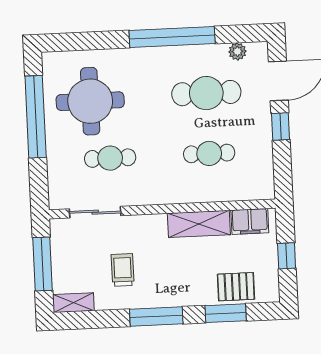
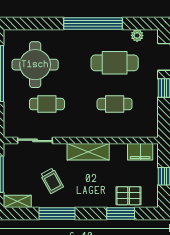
shelving: (199, 224) -> (88, 152), moved
trolley: (123, 270) -> (52, 181), turned 151
window: (156, 316) -> (57, 213), moved

